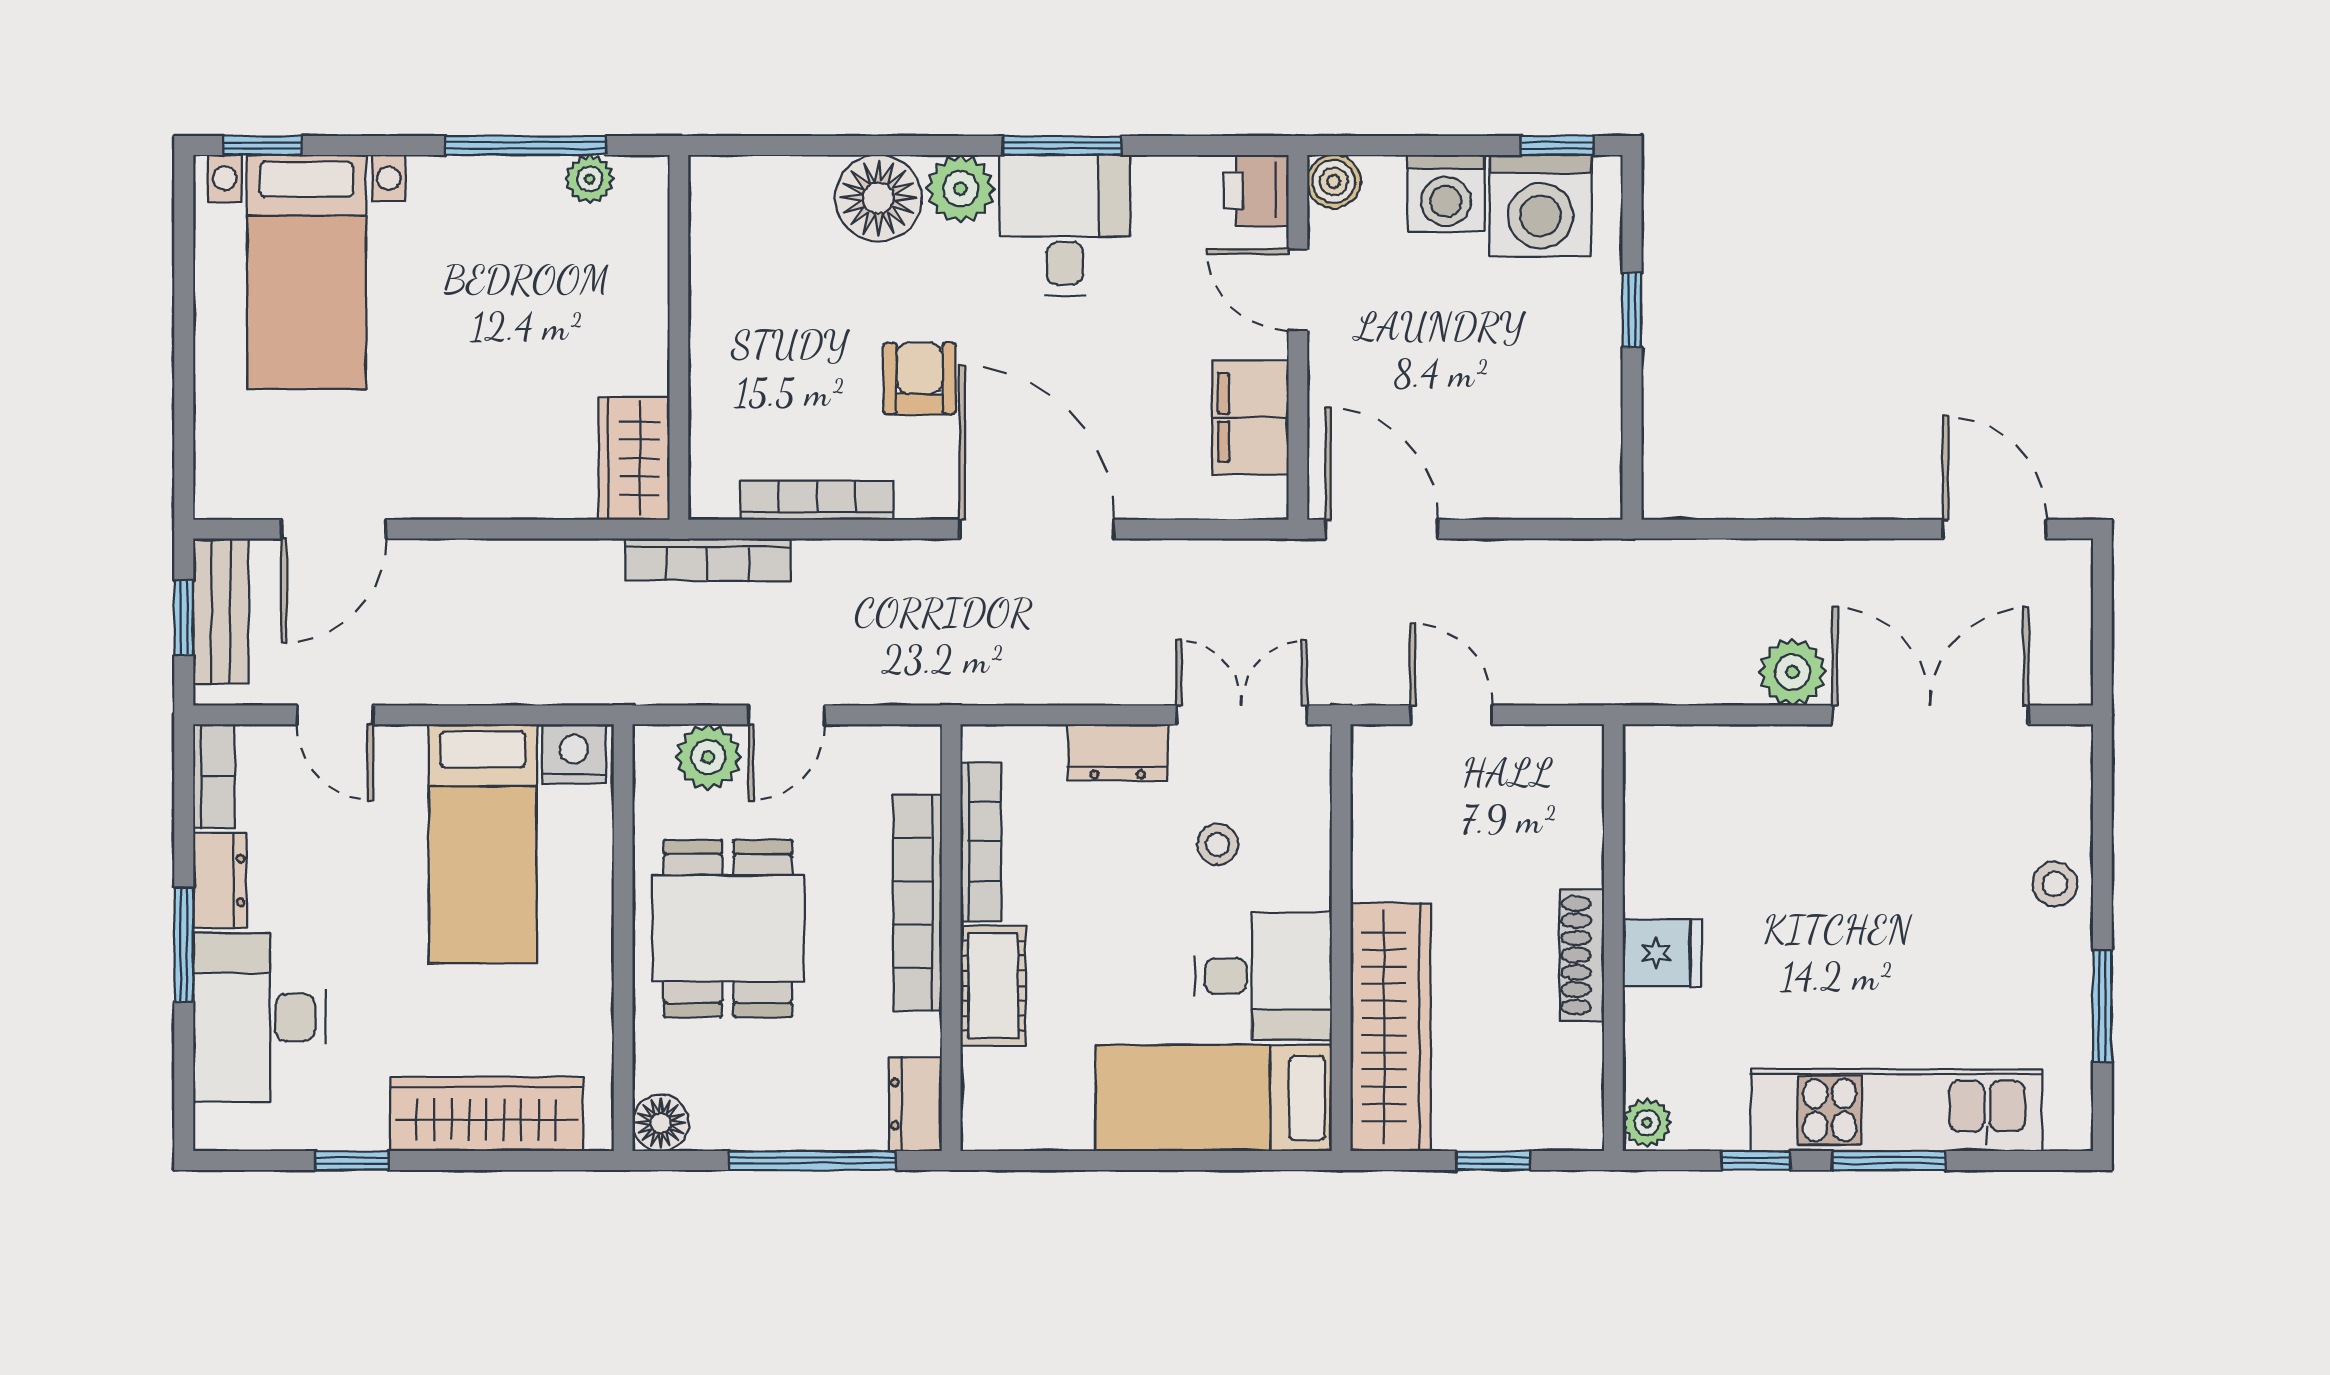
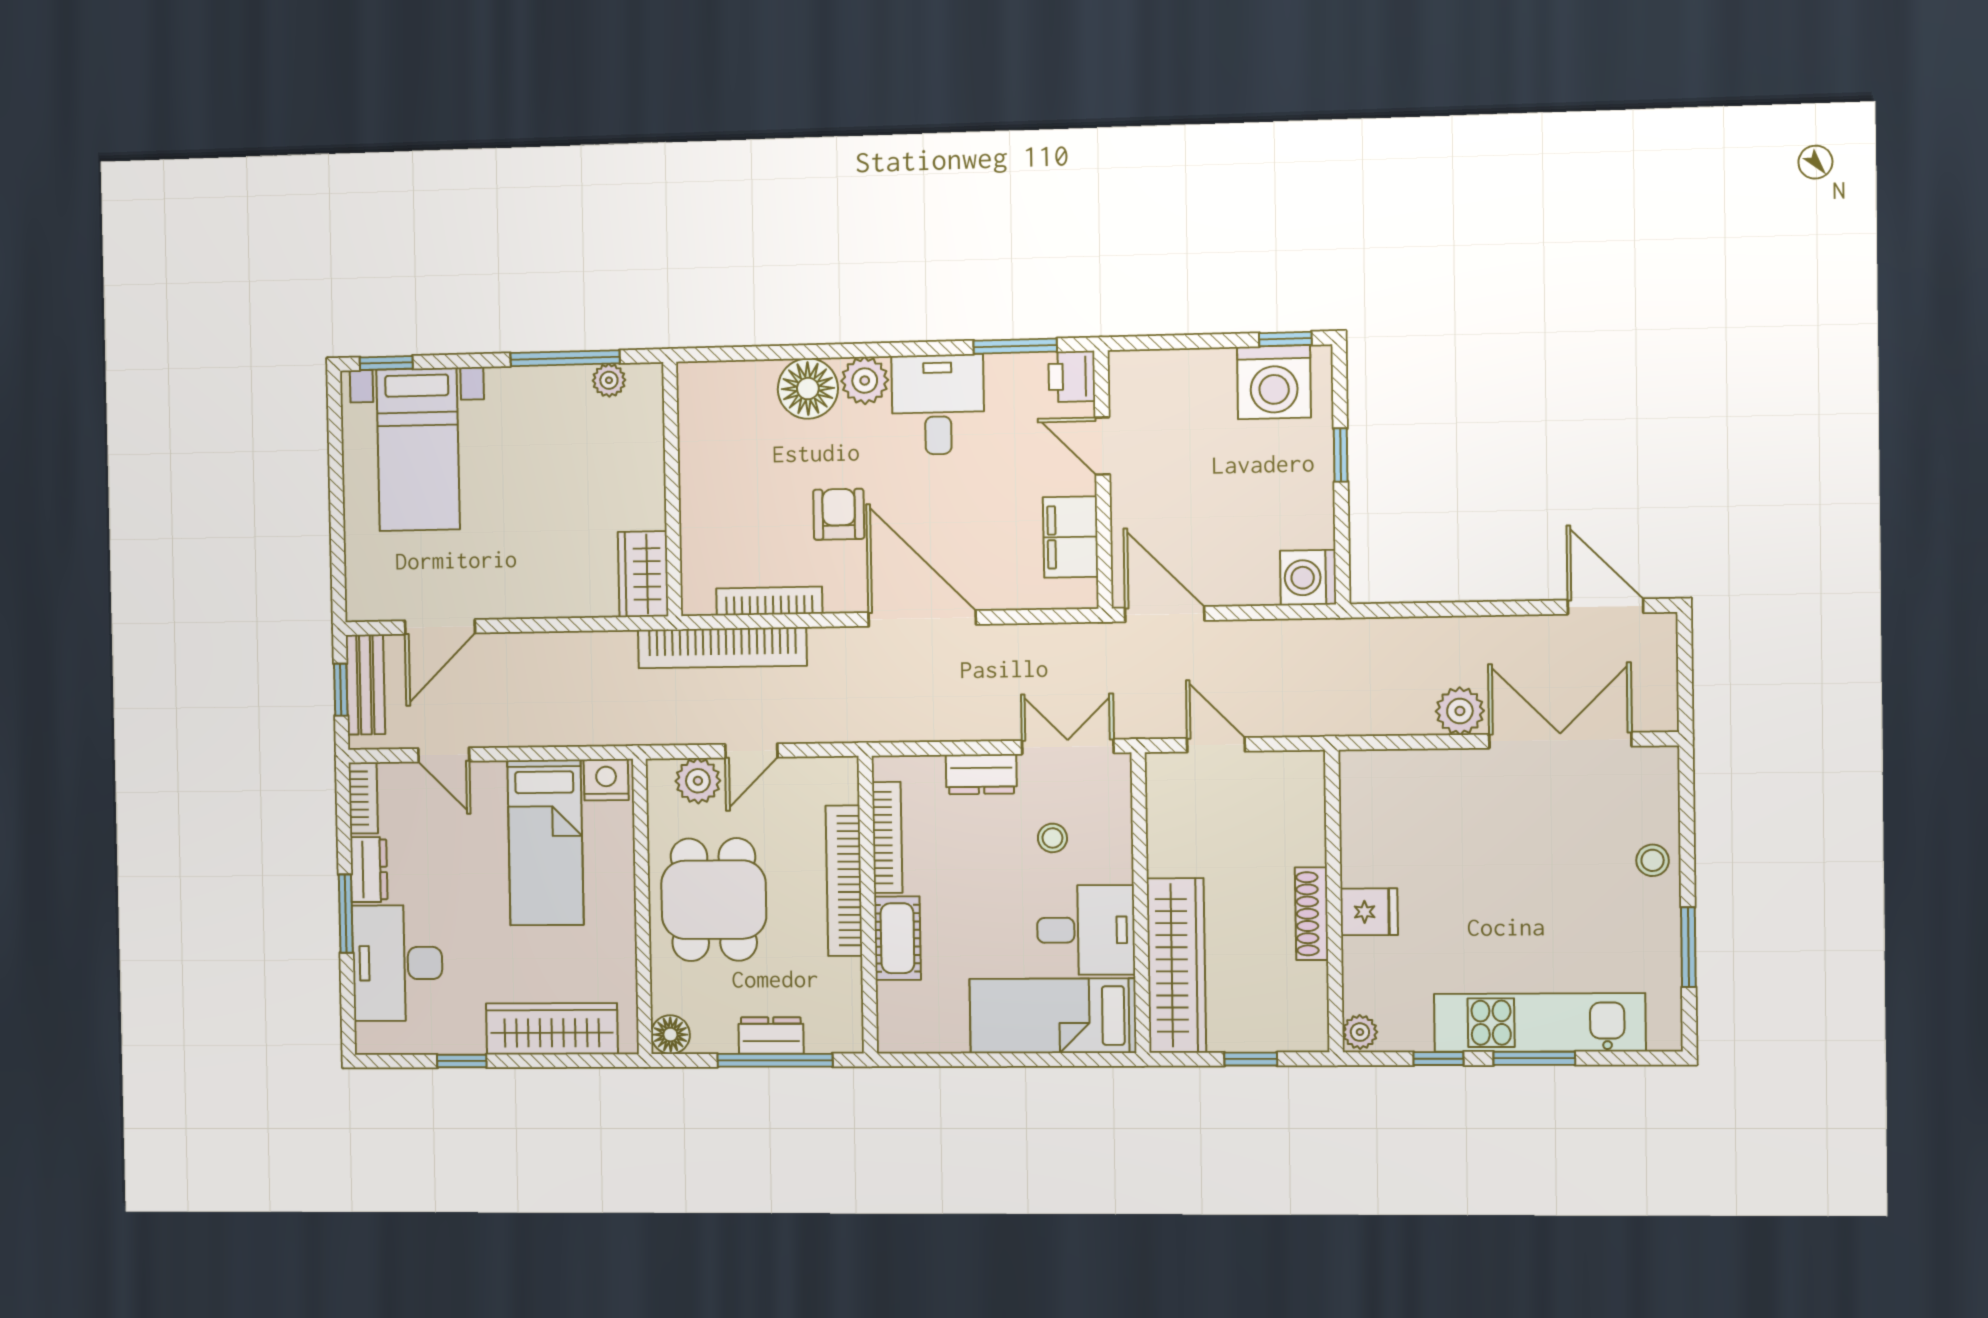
window: (1062, 145) -> (1015, 346), moved
boiler: (1334, 181) -> (1127, 369), removed
washing machine: (1446, 193) -> (1308, 578), moved, turned 90
bookcase: (708, 560) -> (722, 648), width x1.48, depth x1.31
dresser: (915, 1104) -> (771, 1035), moved, turned 90

